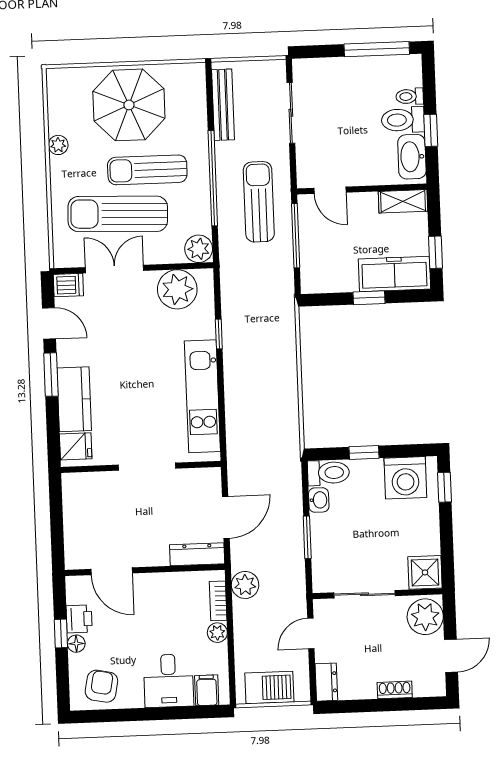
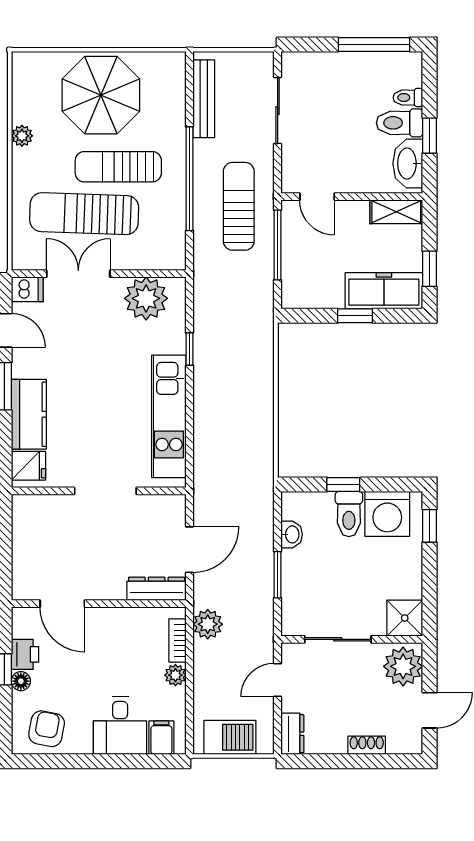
plant: (199, 249) -> (171, 255), removed
toilet: (328, 473) -> (349, 514), moved, turned 90

